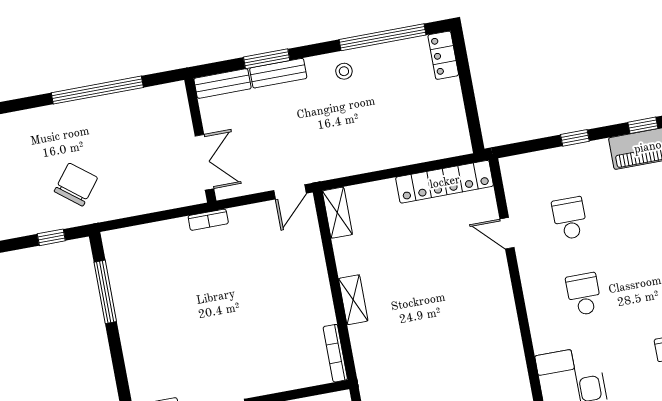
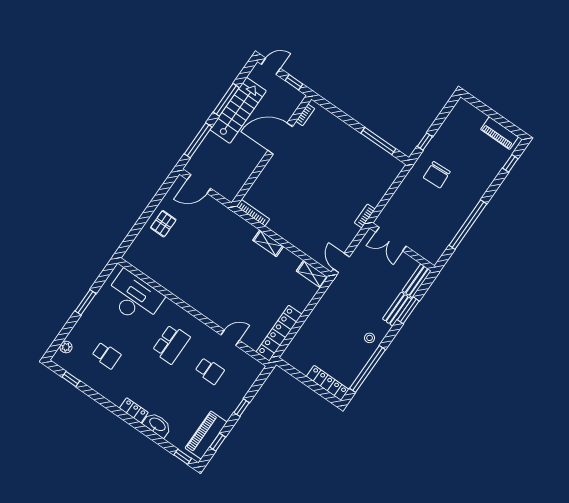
locker: (443, 55) -> (328, 383), width x1.53
chair: (76, 185) -> (437, 175), turned 49
school desk: (584, 294) -> (171, 344), width x1.85

